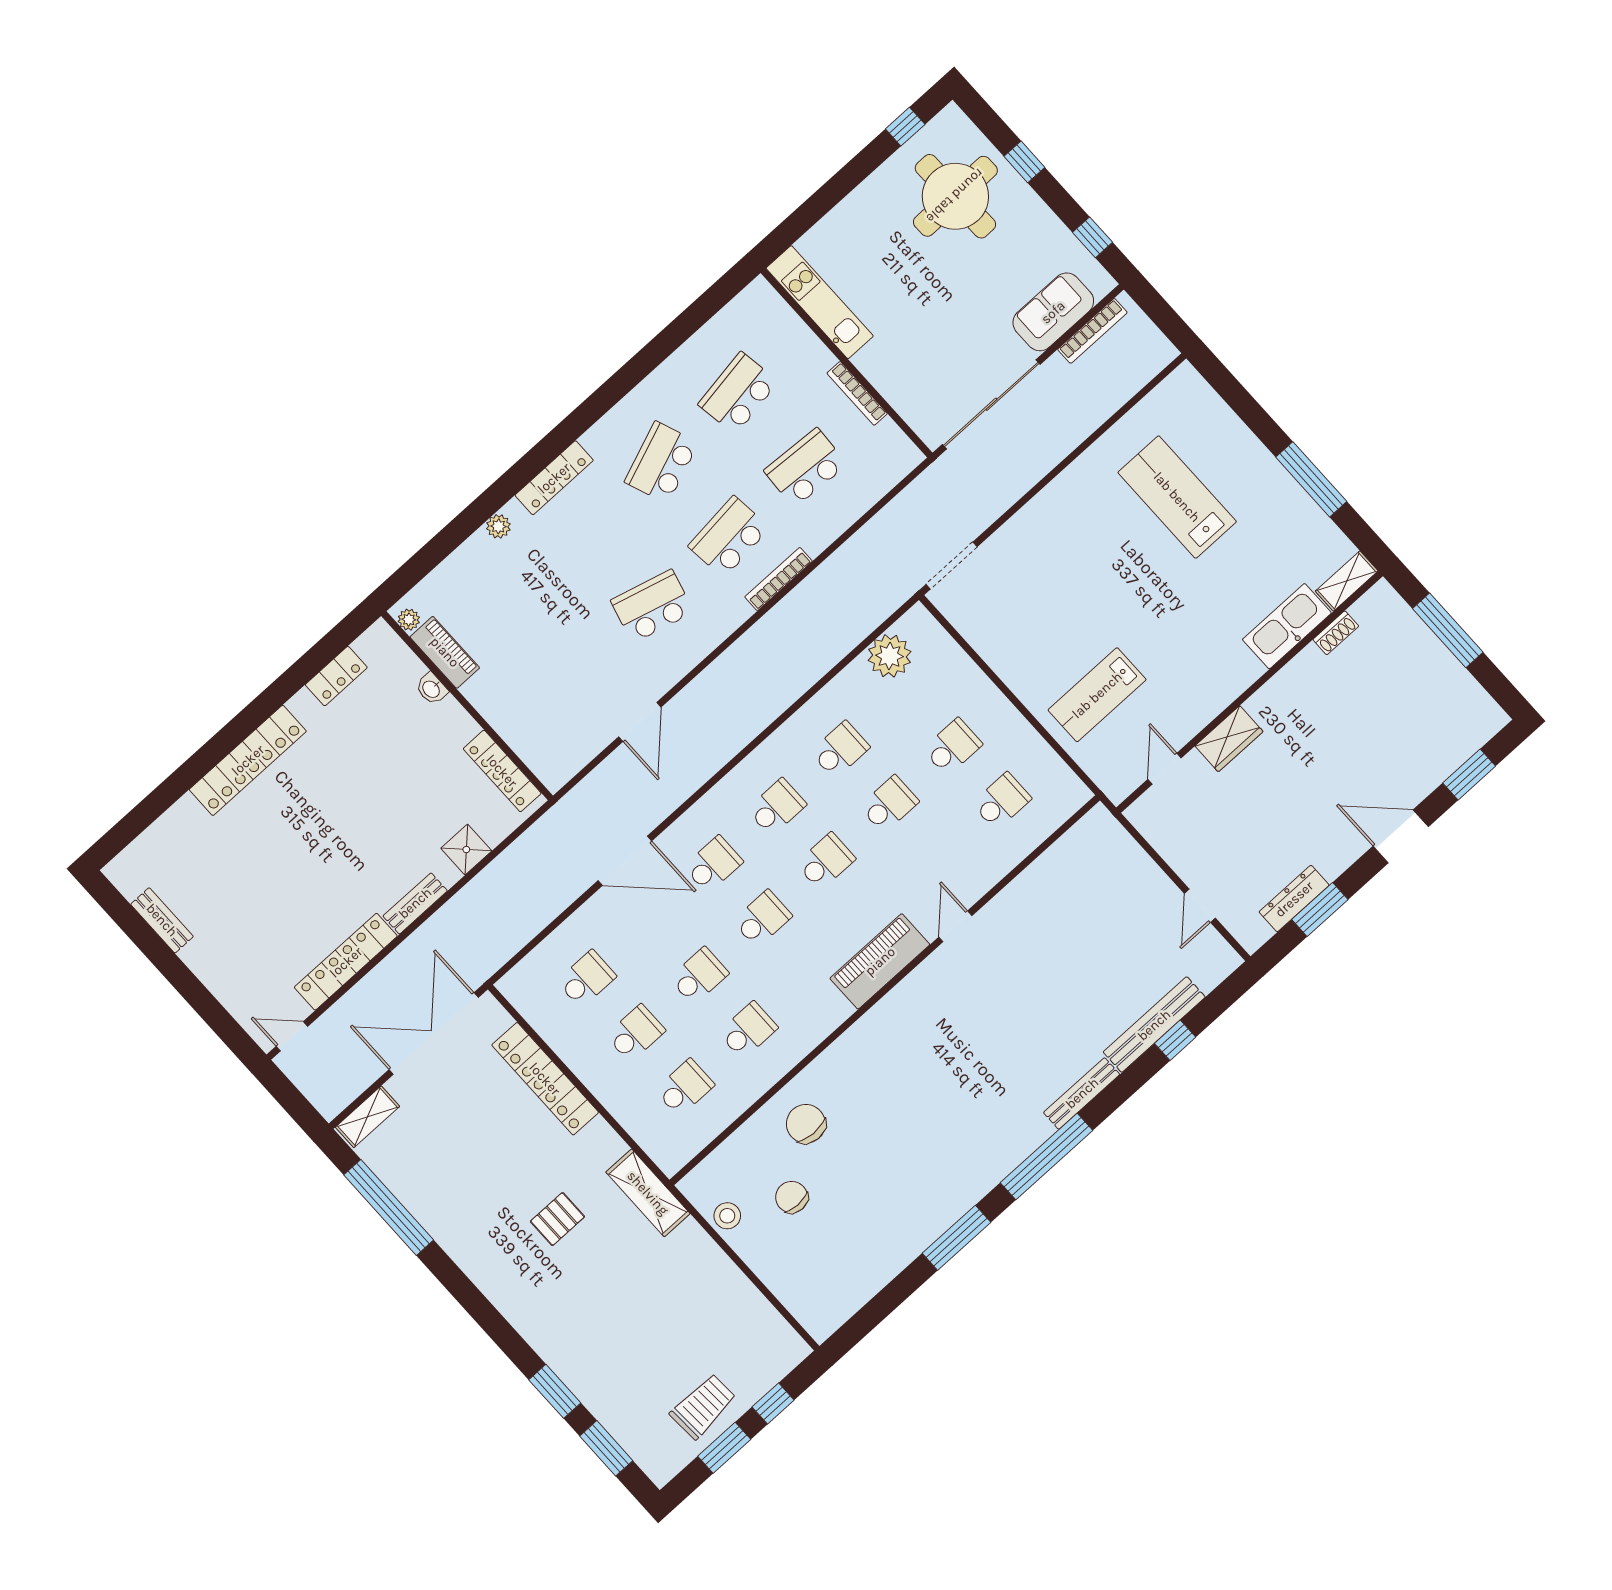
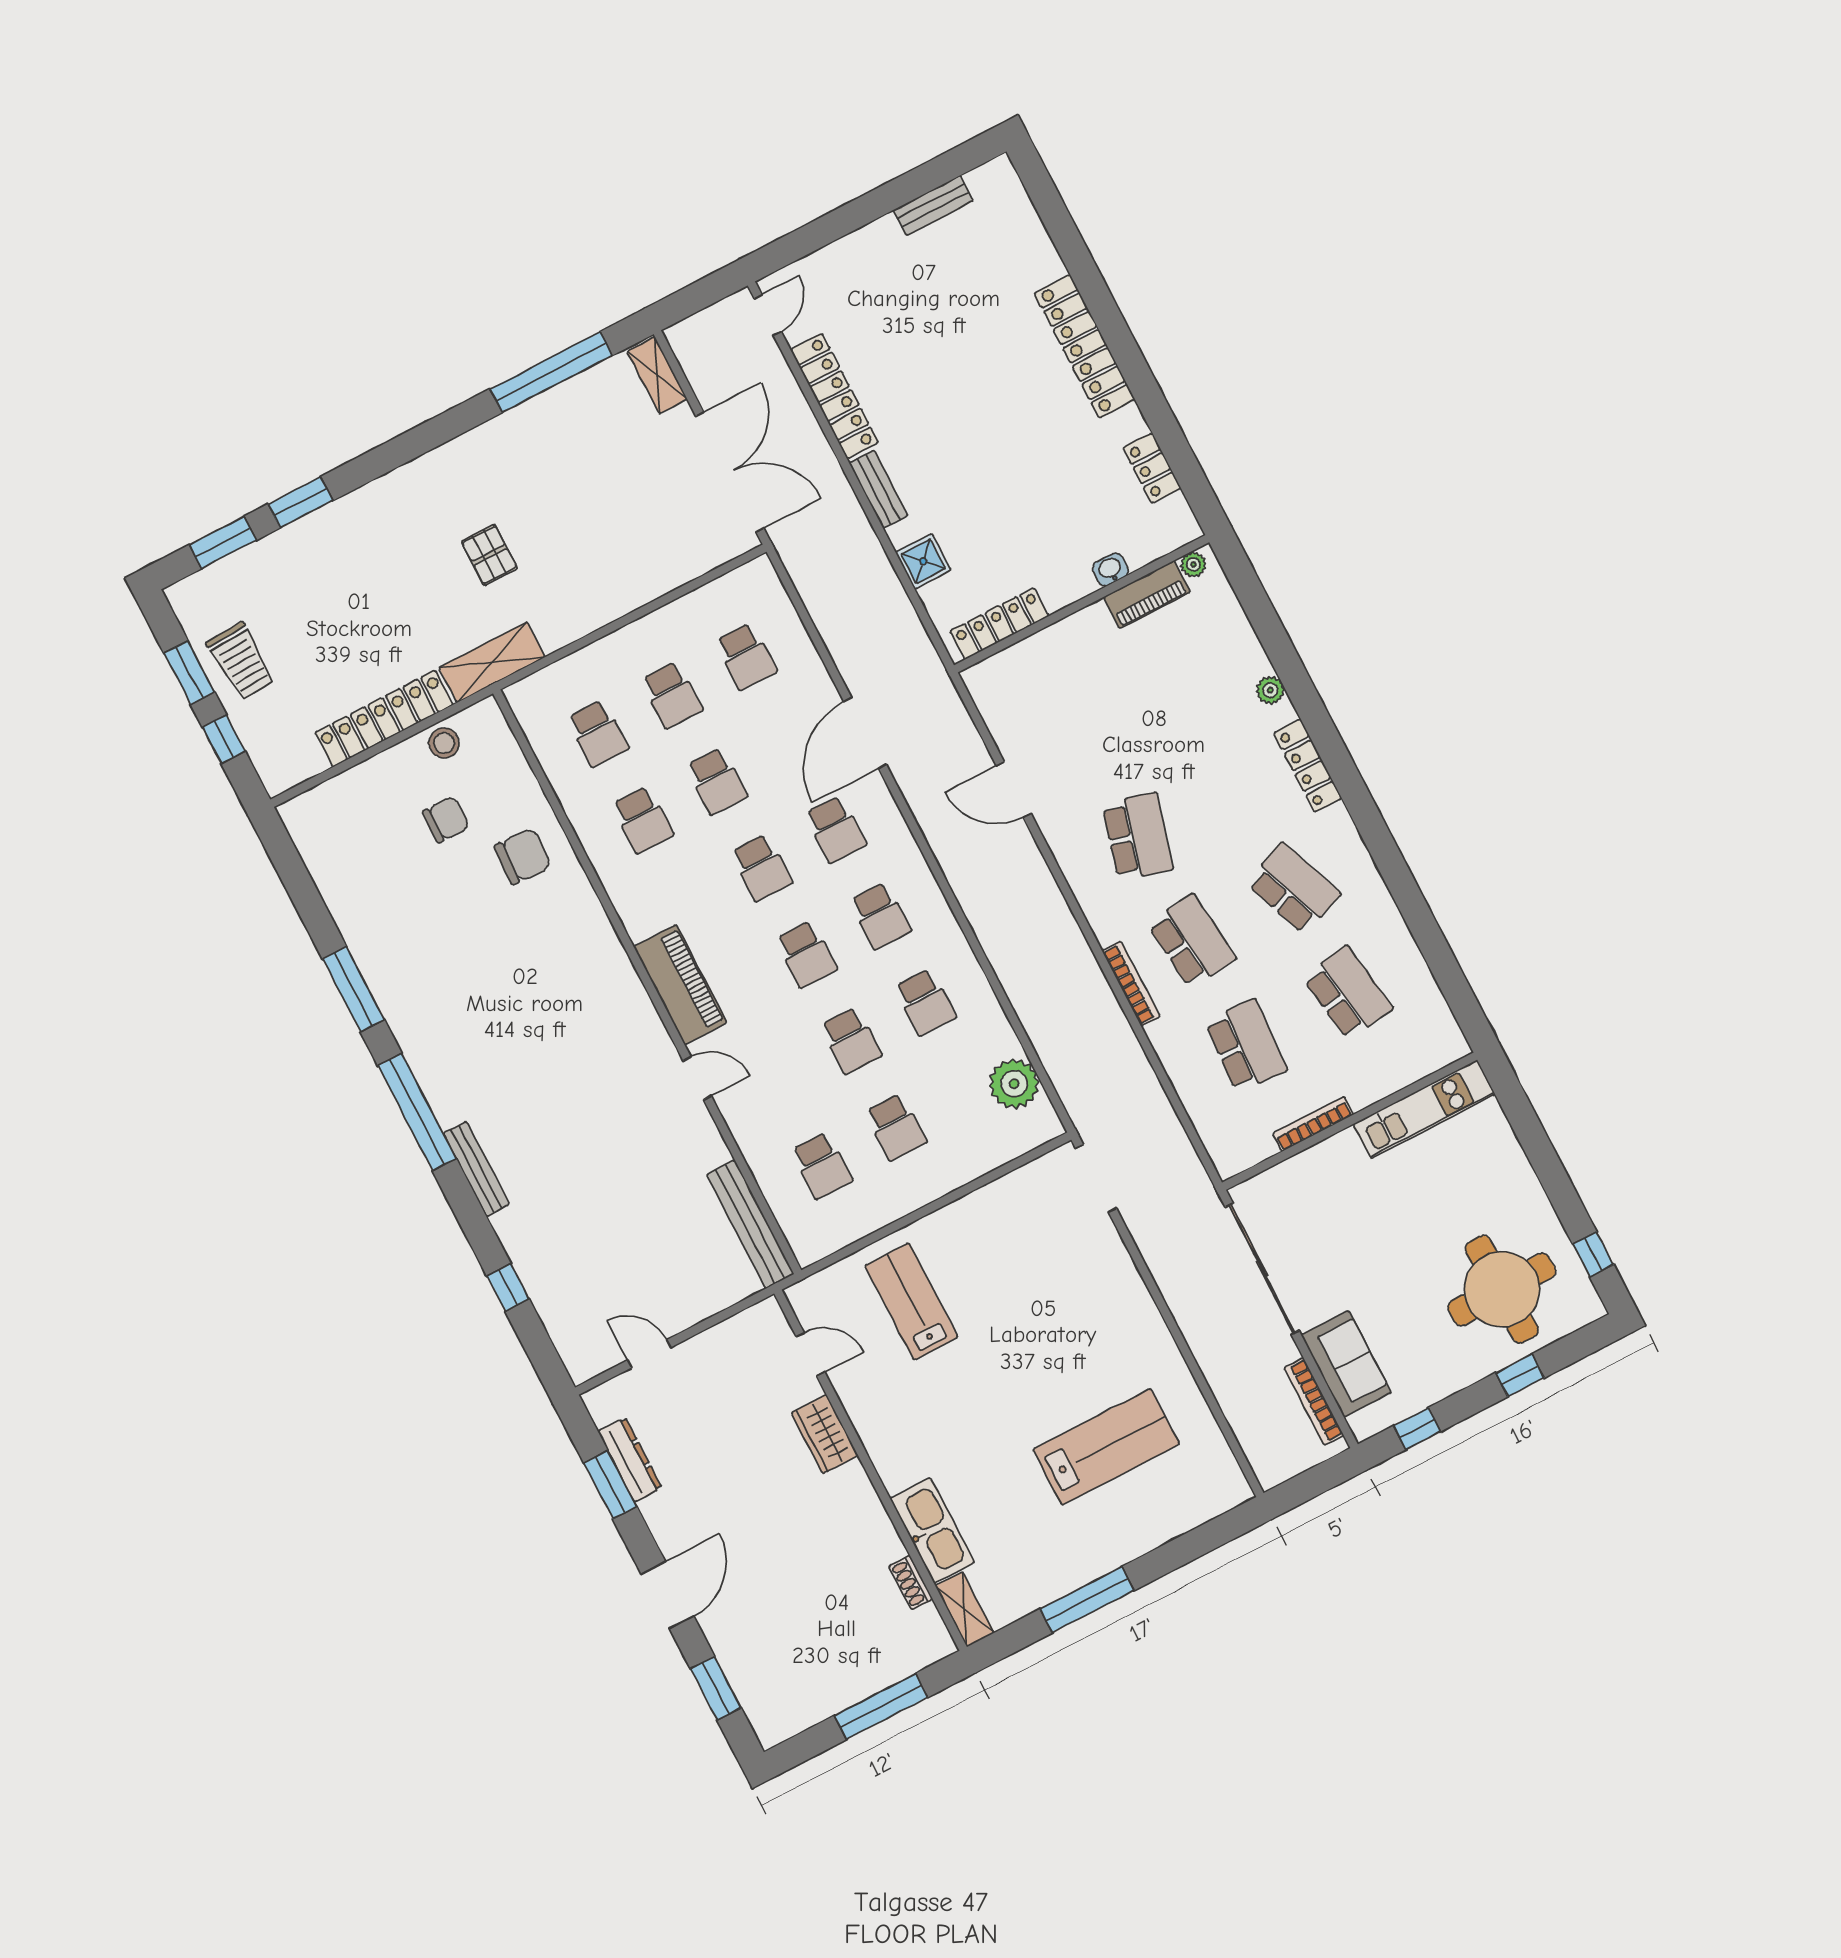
bench: (1154, 1025) -> (750, 1224), moved
locker: (545, 1079) -> (384, 719), moved

